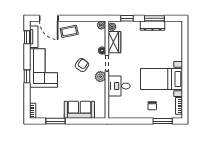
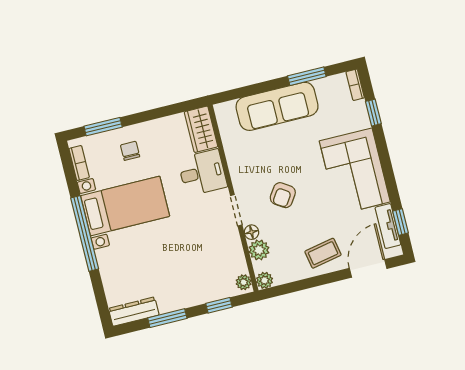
door: (49, 18) -> (368, 268), hinge flipped
dresser: (152, 26) -> (134, 312), moved
wardrobe: (114, 42) -> (201, 129), moved
window: (185, 70) -> (85, 233), added
window: (27, 76) -> (373, 113), moved
plant: (100, 77) -> (259, 250), moved
sofa: (79, 110) -> (277, 106), width x1.36

